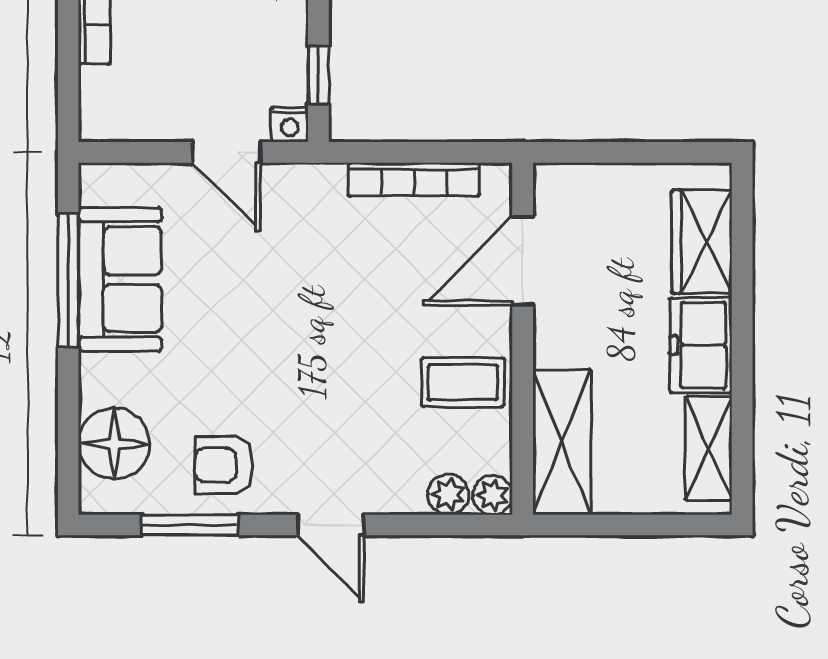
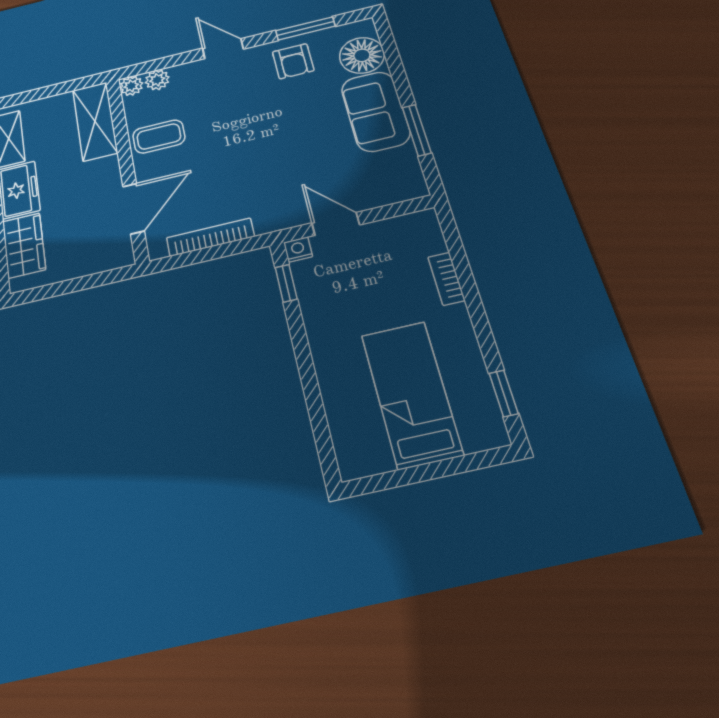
sofa: (120, 279) -> (375, 111), moved
window: (68, 280) -> (417, 130), width x0.69
armchair: (224, 465) -> (293, 61), turned 90

